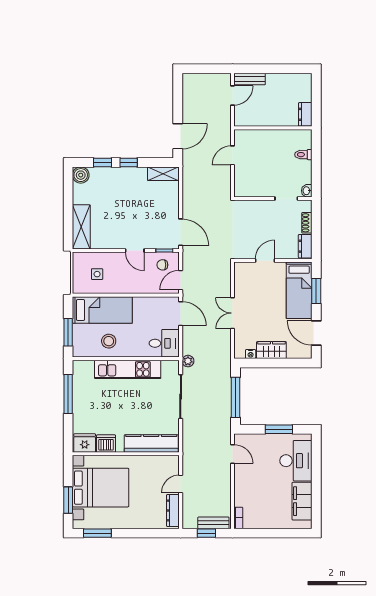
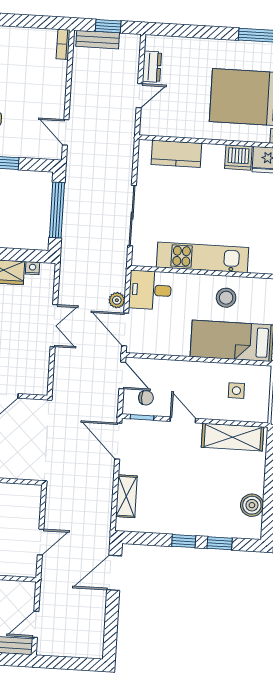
shelving: (163, 174) -> (126, 496), moved, turned 90
boiler: (81, 175) -> (252, 505), moved
shelving: (81, 227) -> (233, 437), moved, turned 90
door: (181, 280) -> (122, 375), hinge flipped
plant: (188, 361) -> (117, 300), moved
kitchen counter: (151, 443) -> (176, 154), width x0.67
dresser: (173, 510) -> (152, 67), width x0.70

